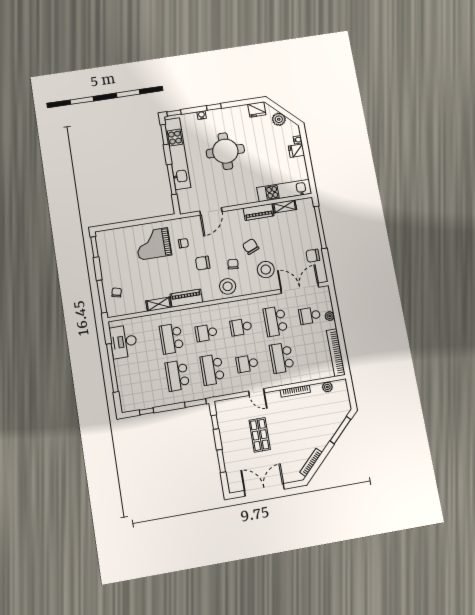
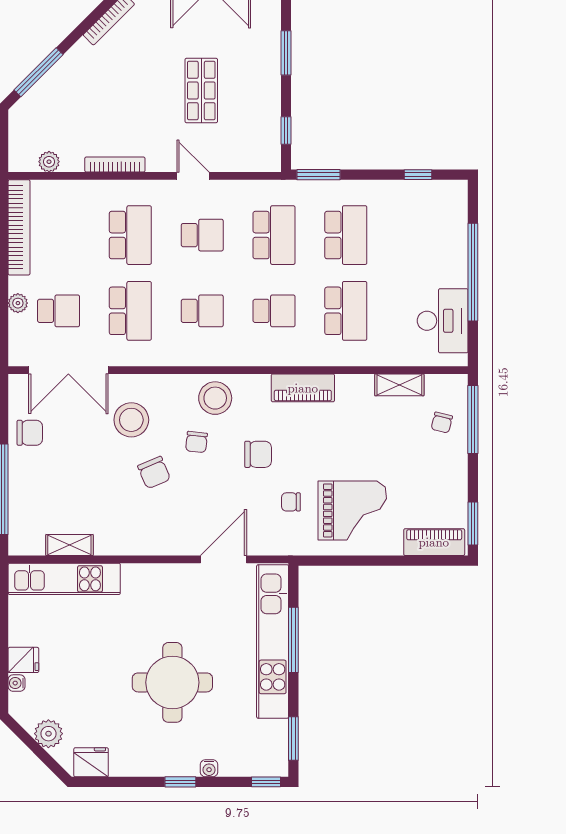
kitchen unit: (178, 154) -> (273, 642), moved
piano: (259, 212) -> (434, 542), moved
shelving: (159, 304) -> (399, 385), moved

